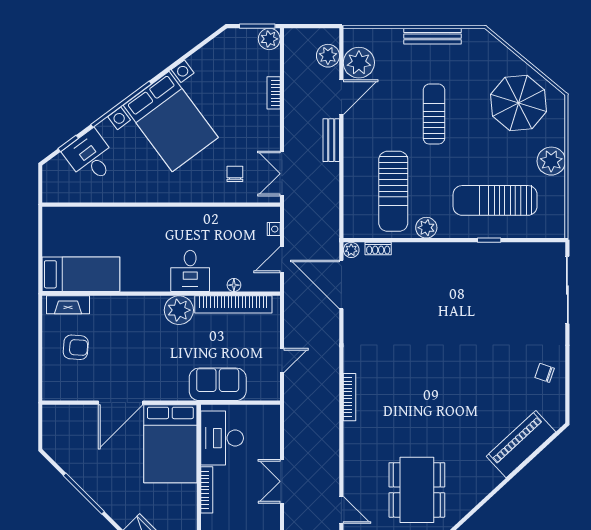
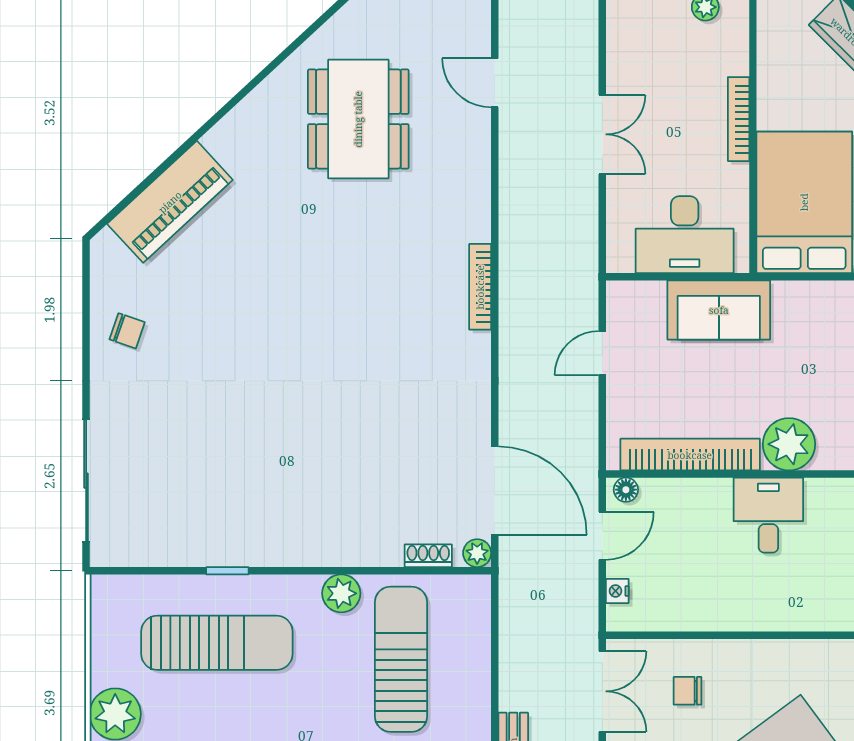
chair: (235, 174) -> (688, 691), turned 90
floor lamp: (234, 285) -> (626, 490), moved
desk: (222, 438) -> (685, 235), moved, turned 90

